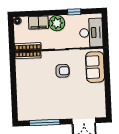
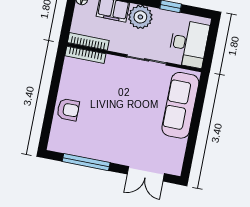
sofa: (95, 67) -> (180, 105), width x1.36
armchair: (63, 71) -> (68, 110), moved

